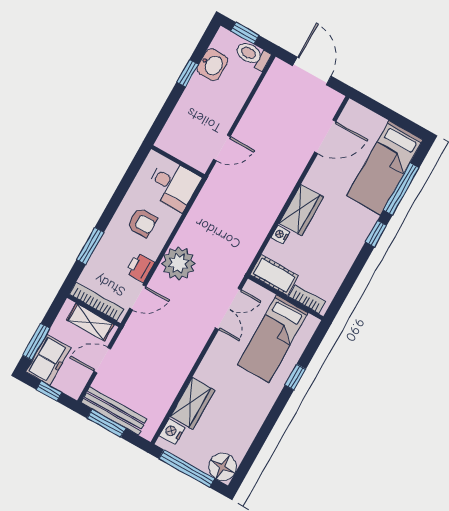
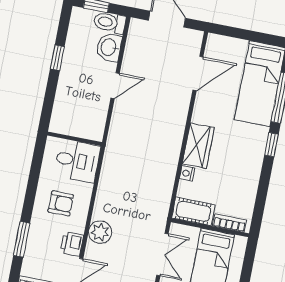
washbasin: (212, 65) -> (109, 47), moved, turned 180
door: (222, 148) -> (115, 86), moved
plant: (179, 263) -> (100, 232), width x0.73, depth x0.73

